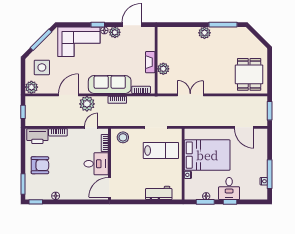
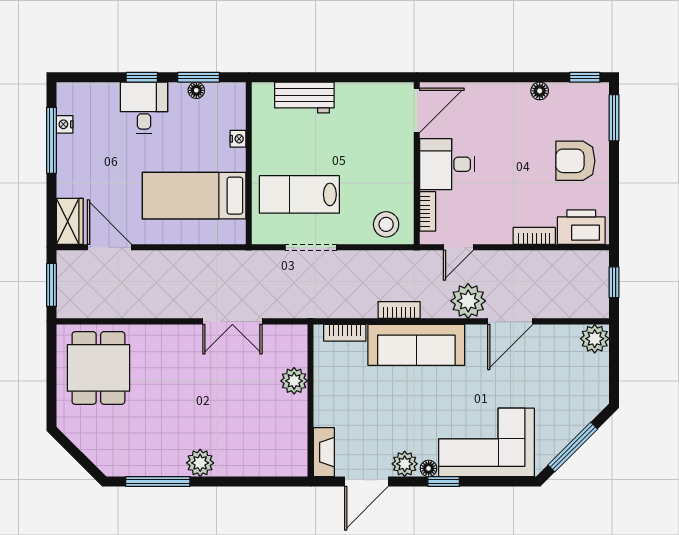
fireplace: (150, 62) -> (324, 452), moved
side table: (42, 67) -> (571, 384), removed
wardrobe: (262, 139) -> (70, 221), added
bed: (207, 155) -> (194, 196), width x0.67

